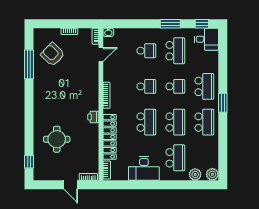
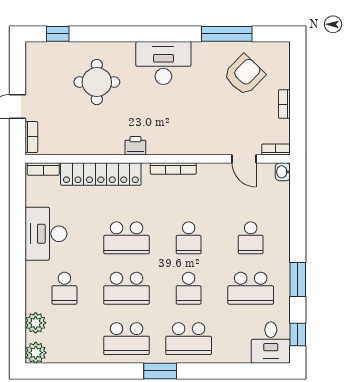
desk: (46, 101) -> (163, 63), added
school desk: (175, 158) -> (64, 288), width x0.54

